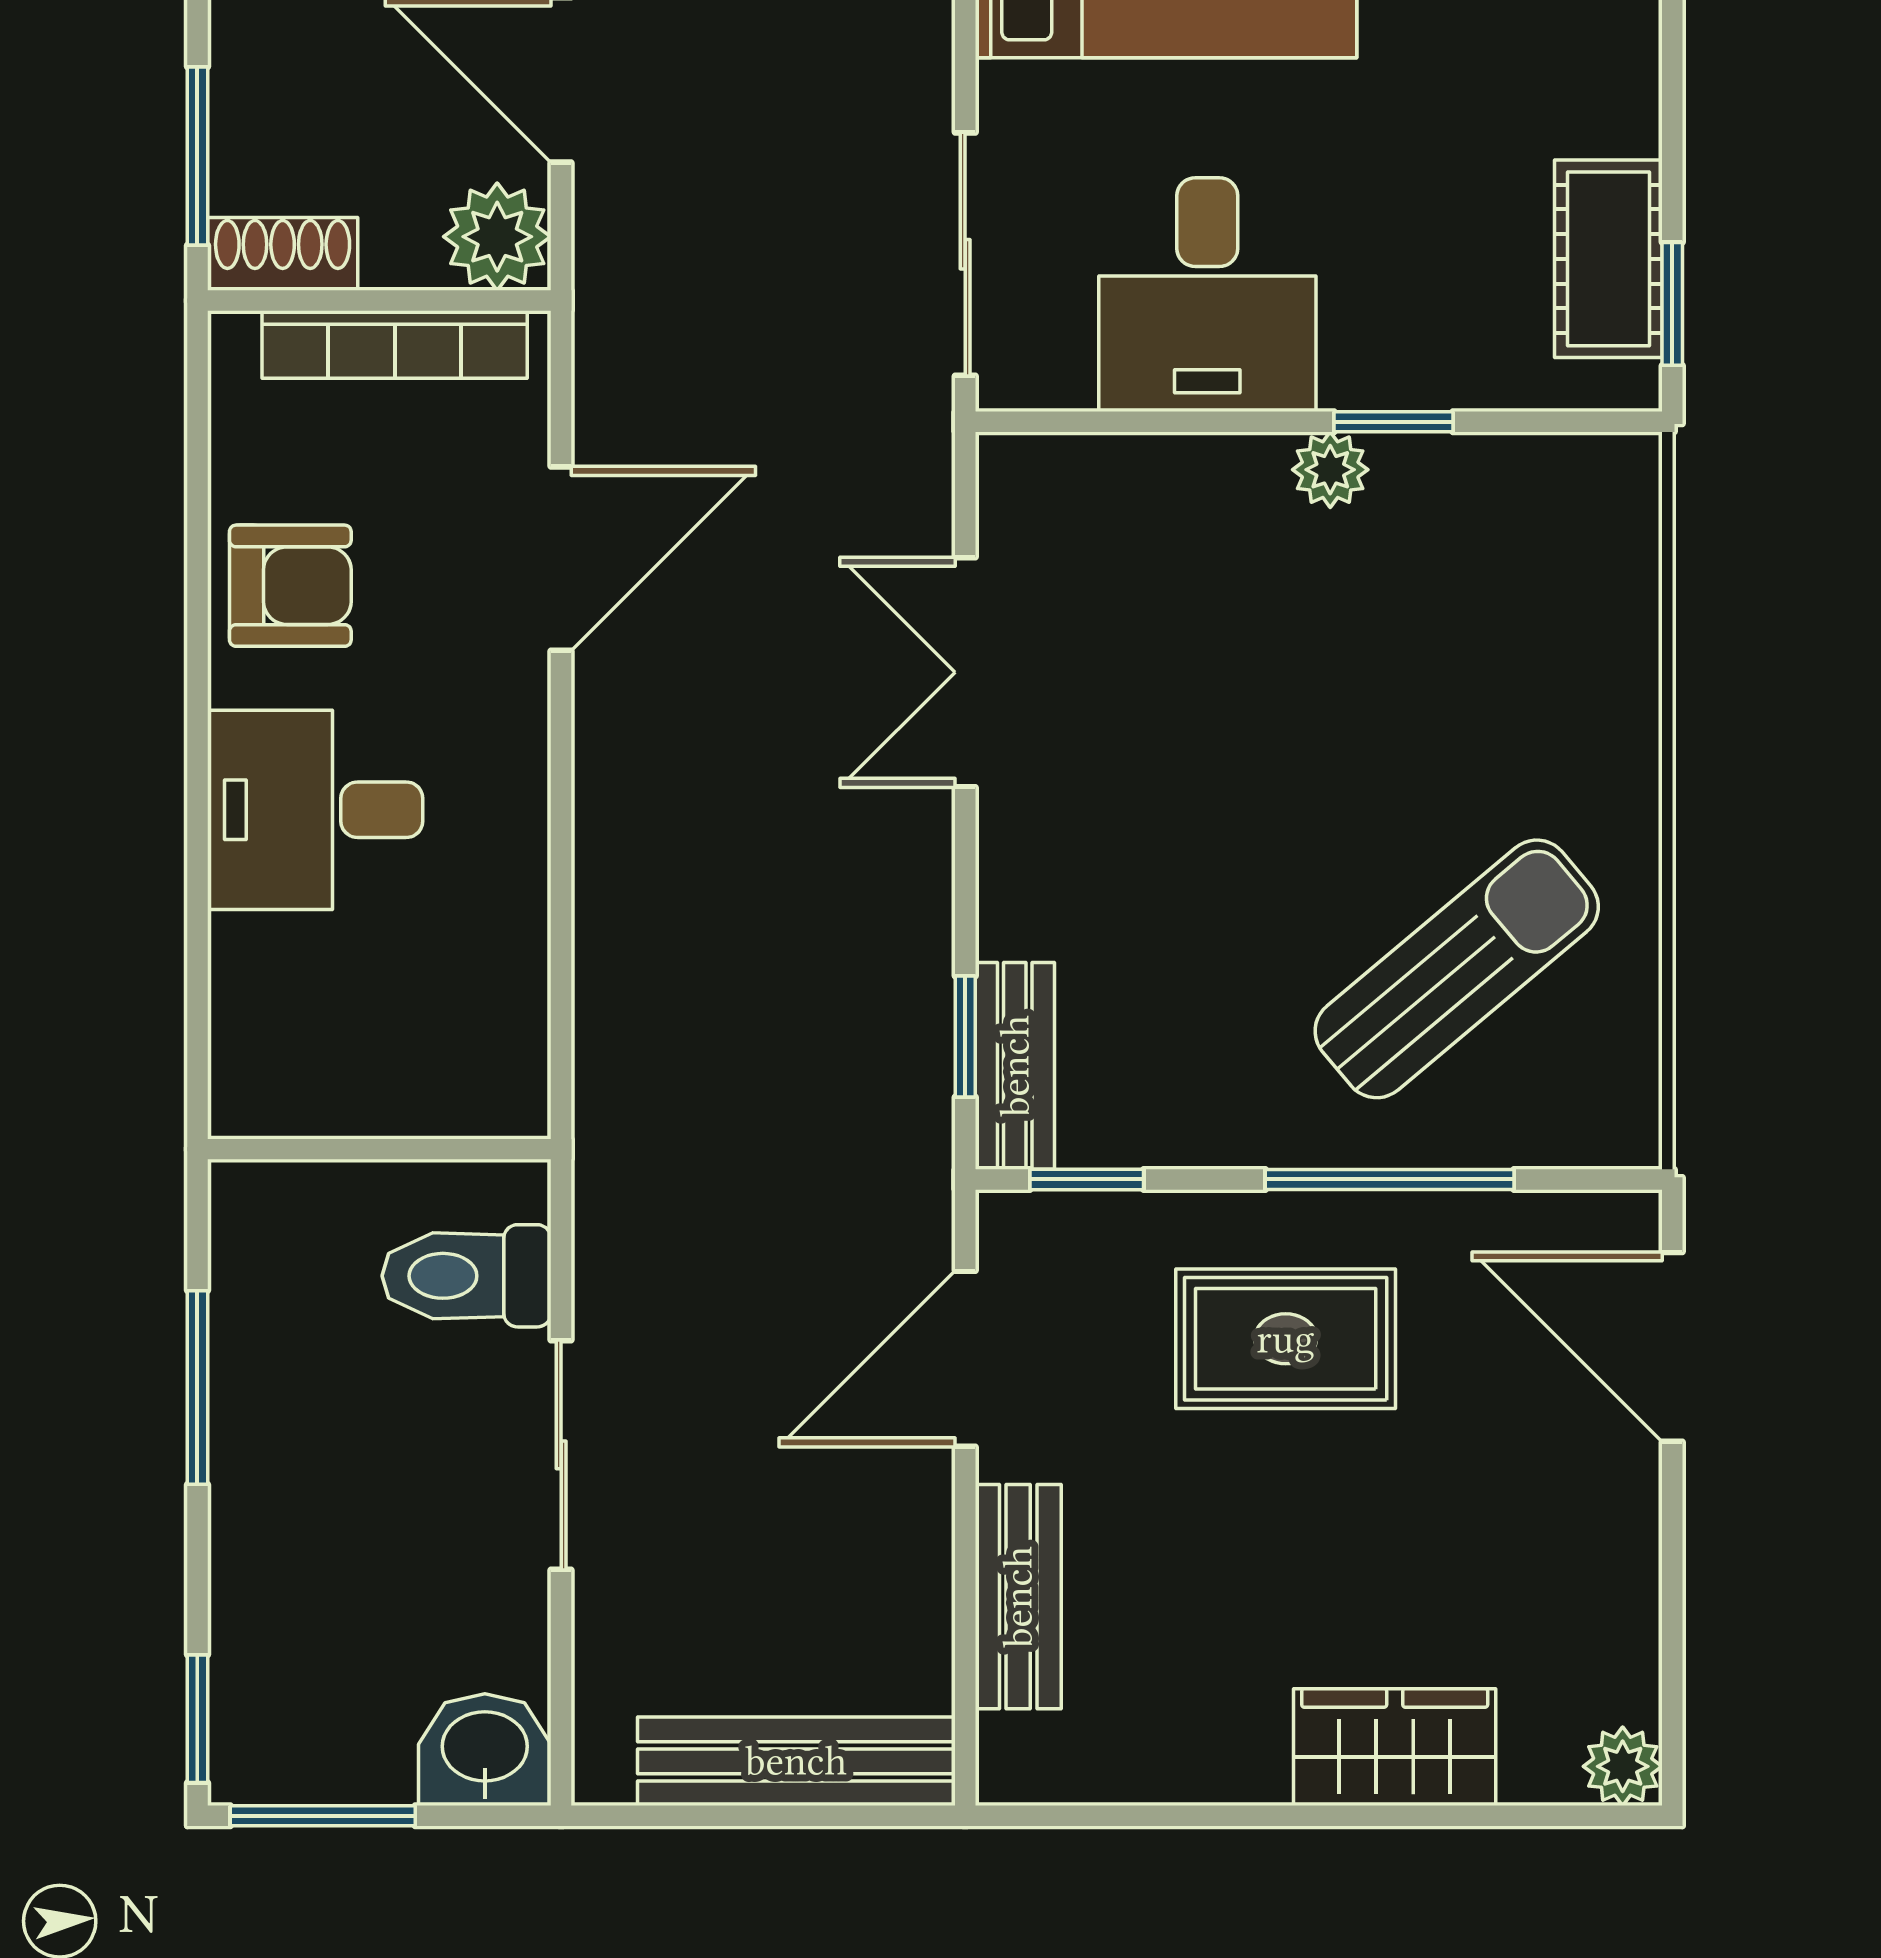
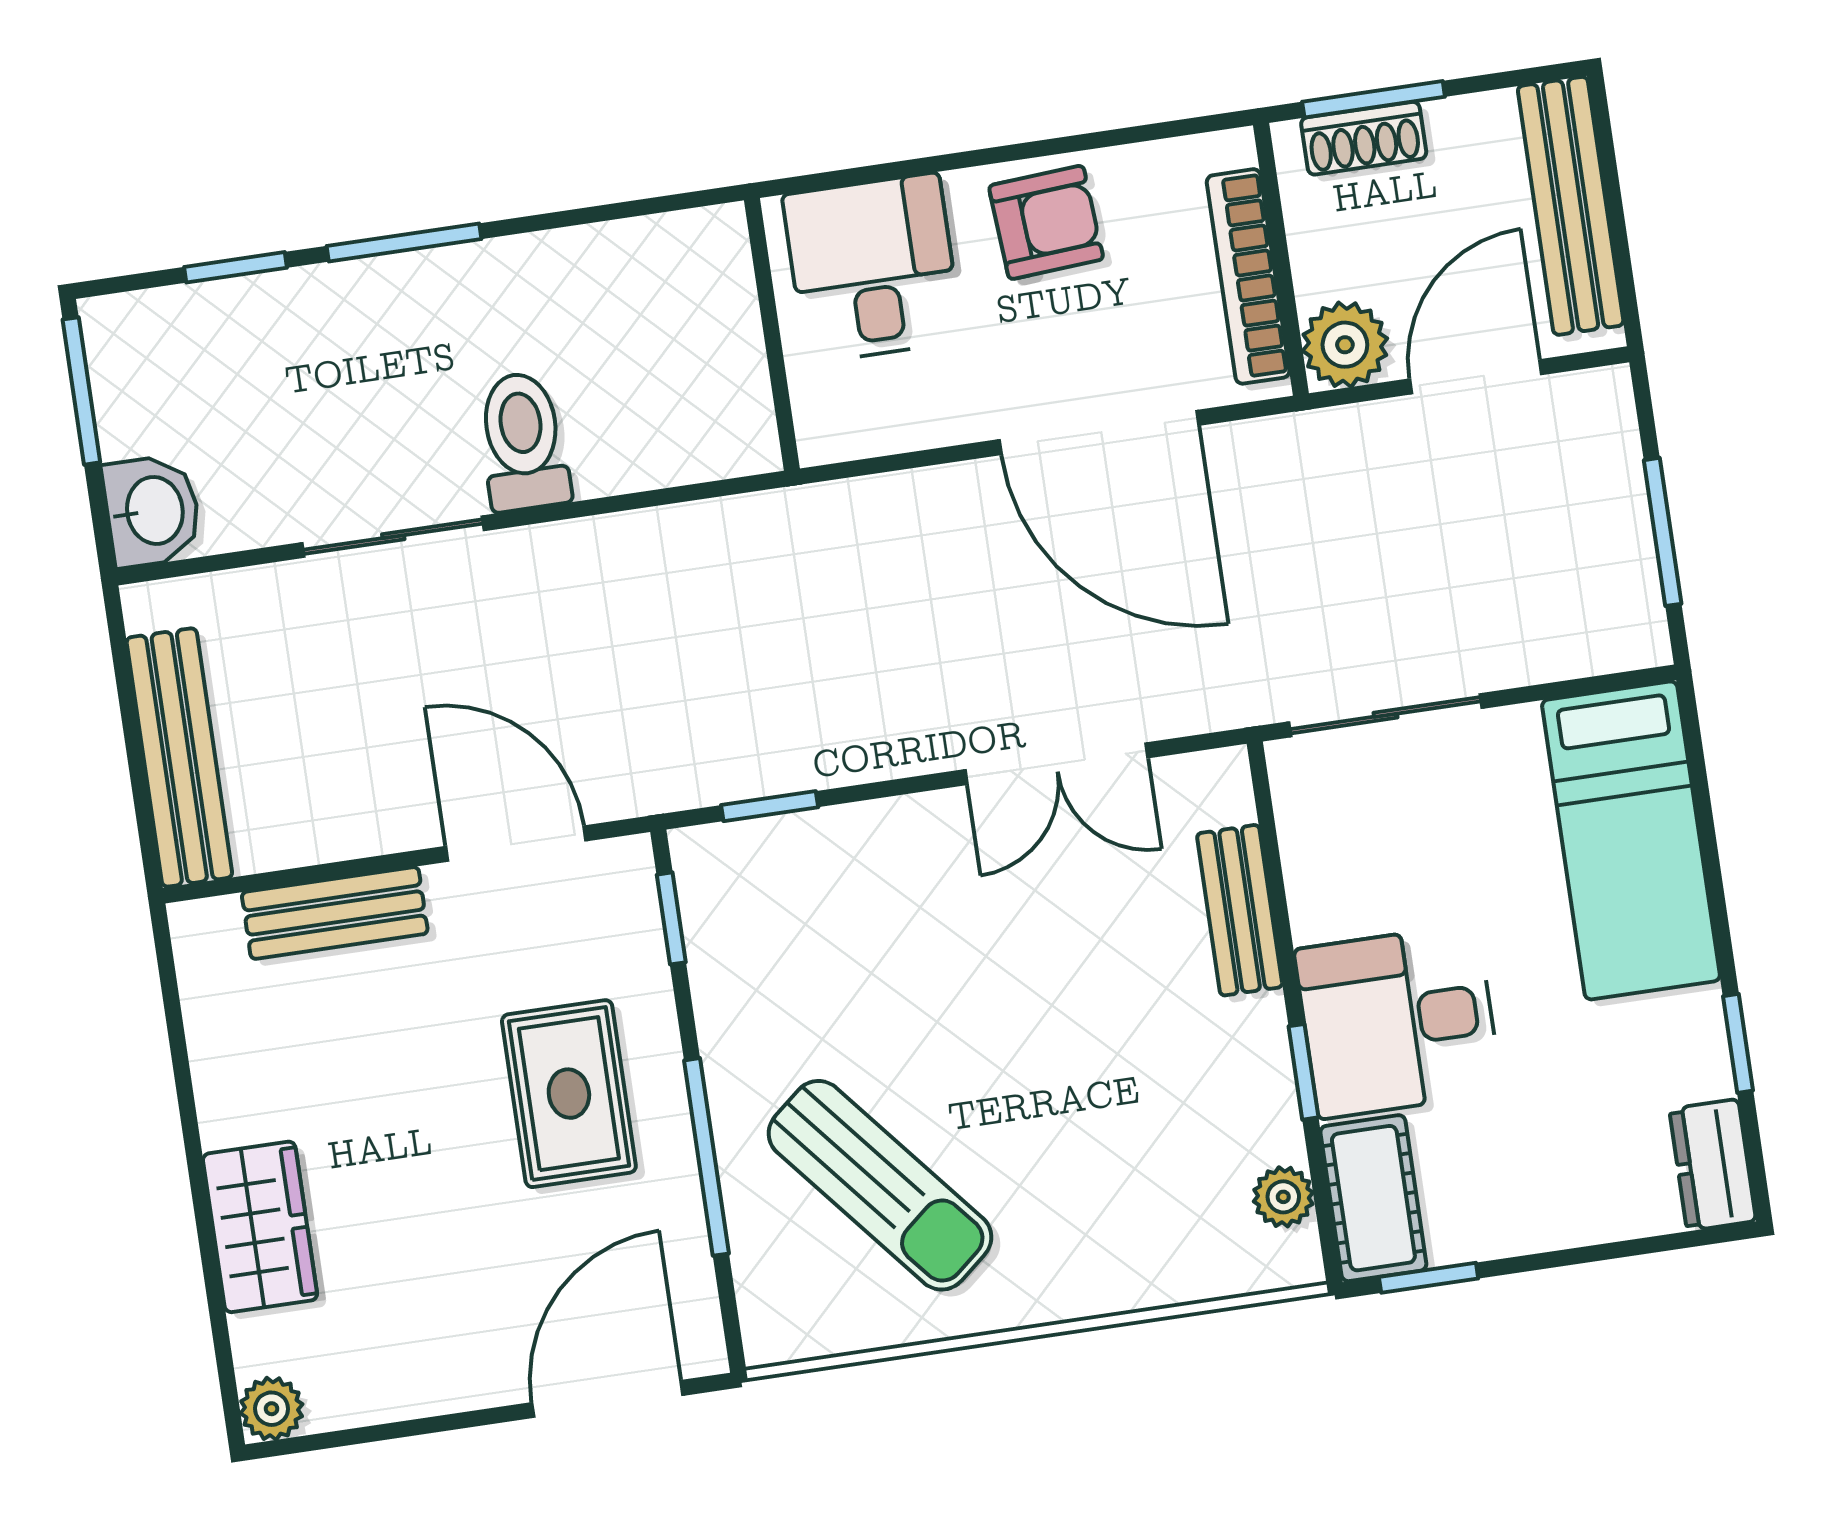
shoe rack: (283, 254) -> (1364, 138), moved, turned 90
cot: (1608, 259) -> (1373, 1198), moved, turned 90
desk: (1207, 295) -> (1398, 1021), moved
plant: (1330, 470) -> (1283, 1197), moved
door: (561, 559) -> (1099, 432), width x1.36
armchair: (290, 586) -> (1046, 222), turned -94
double door: (965, 672) -> (1056, 764), swing flipped
bench: (1015, 1066) -> (1240, 910), moved, turned 90
wall: (379, 1149) -> (772, 334), moved
window: (197, 1719) -> (236, 267), moved

